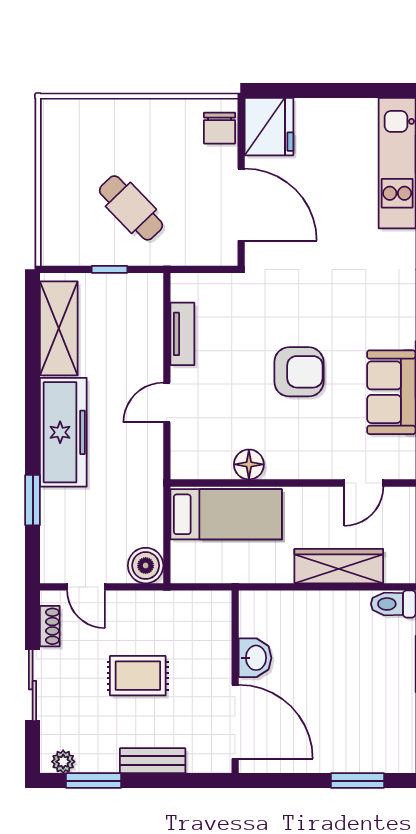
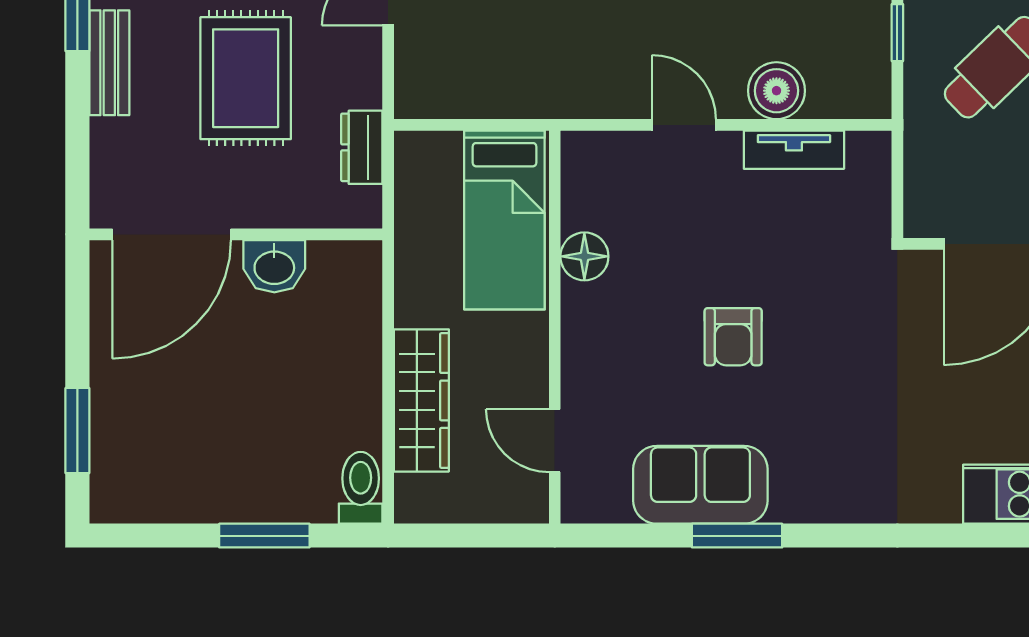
armchair: (299, 372) -> (733, 337), width x0.72, depth x0.72
boiler: (146, 566) -> (776, 91), moved
dresser: (181, 603) -> (362, 147), added
rug: (138, 676) -> (246, 78), width x1.36, depth x1.43
bench: (153, 761) -> (109, 63), moved

